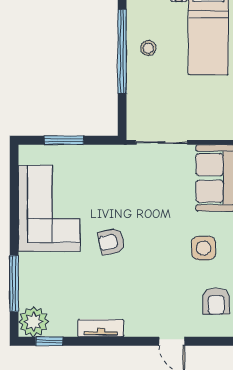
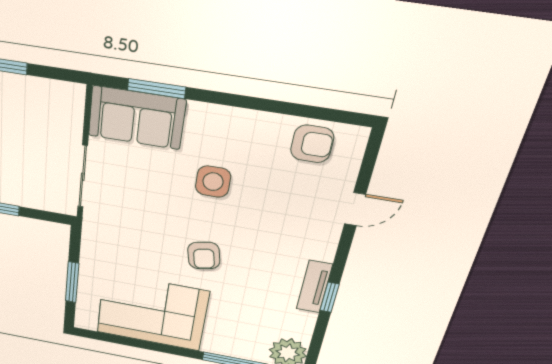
side table: (204, 248) -> (213, 182), moved
window: (49, 341) -> (329, 297), moved

